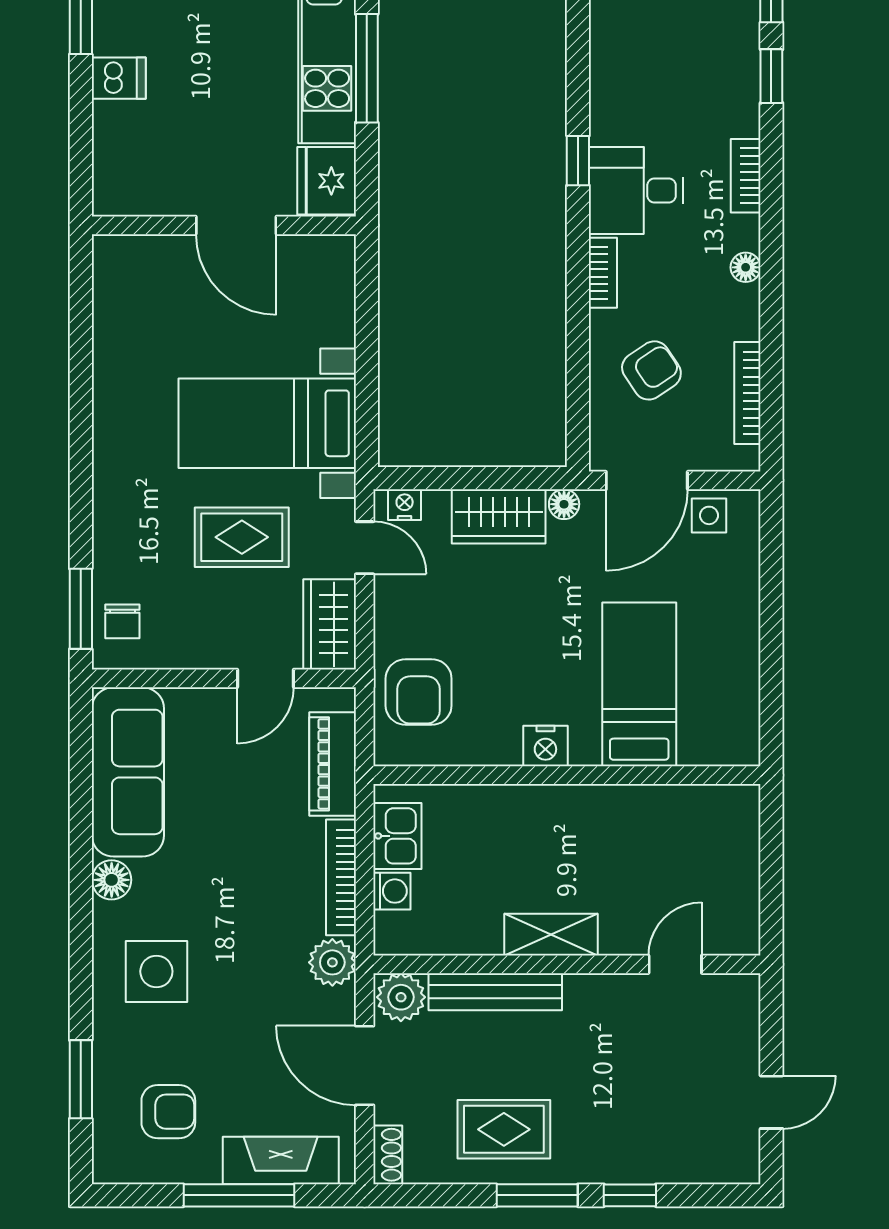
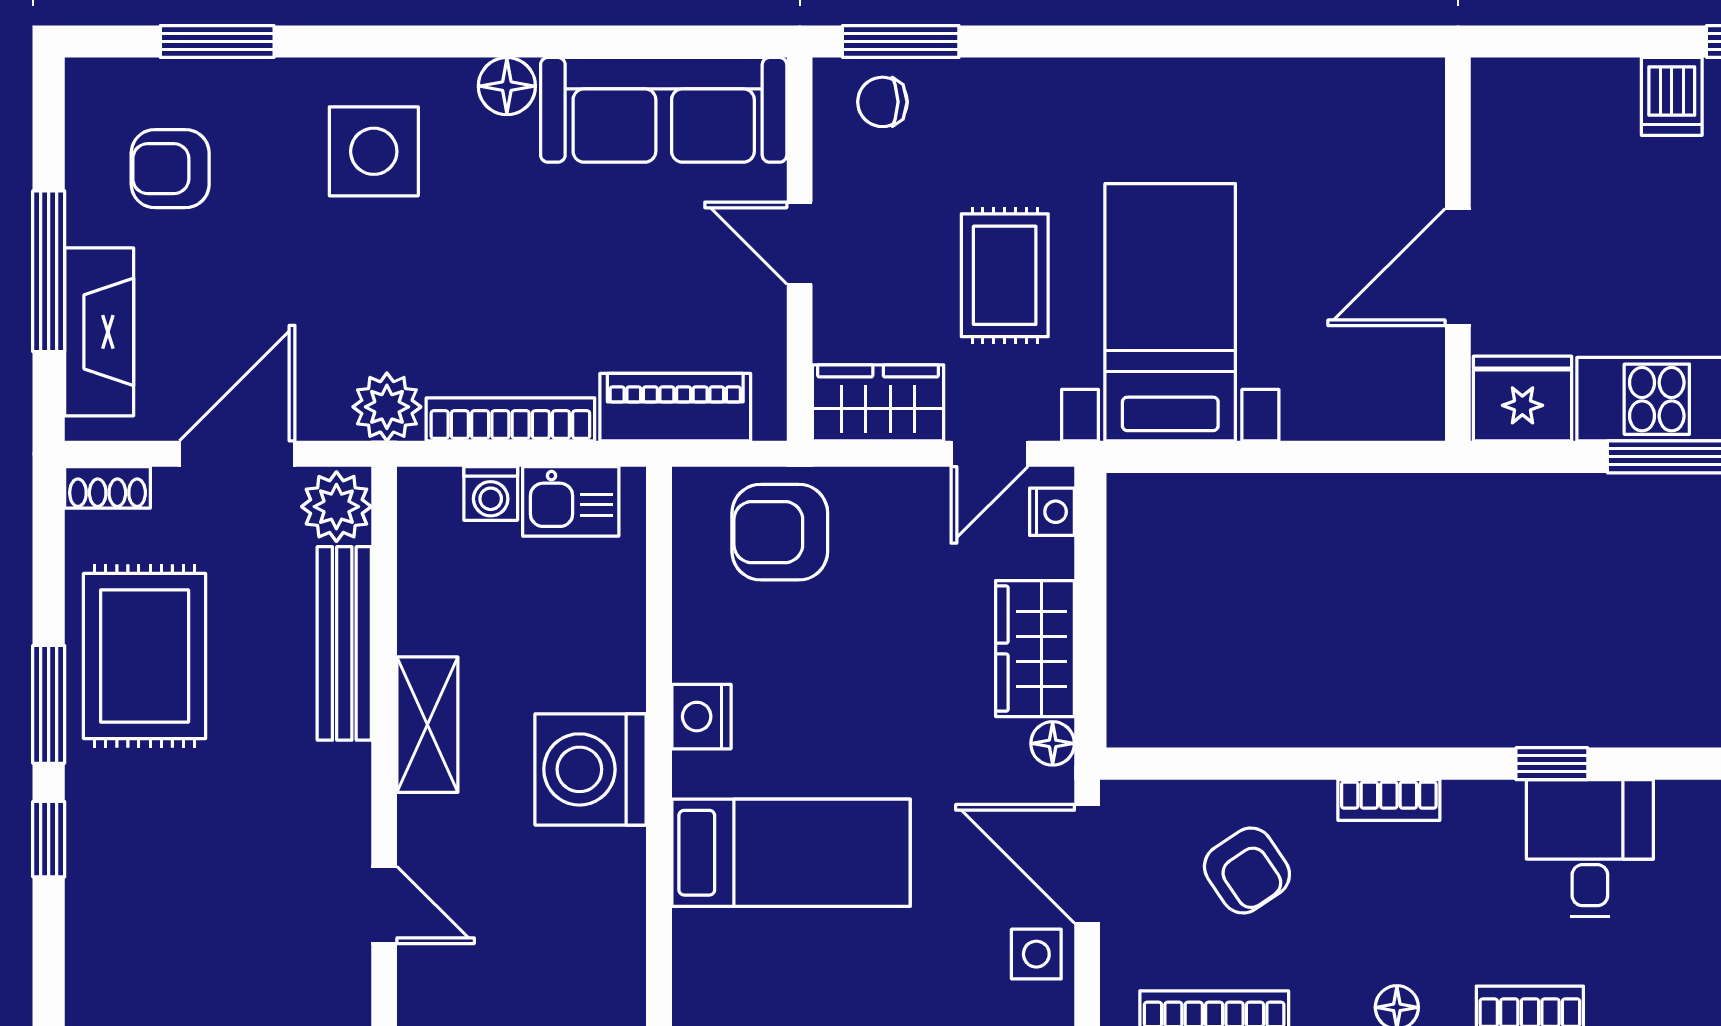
desk: (636, 191) -> (1590, 848), moved
door: (265, 678) -> (800, 243), moved
washing machine: (582, 822) -> (591, 769), added
armchair: (168, 1112) -> (170, 169), turned 90
rug: (504, 1129) -> (145, 656), width x1.36, depth x1.43

